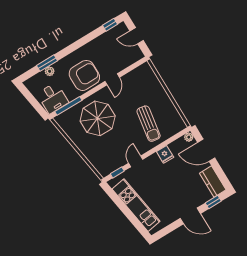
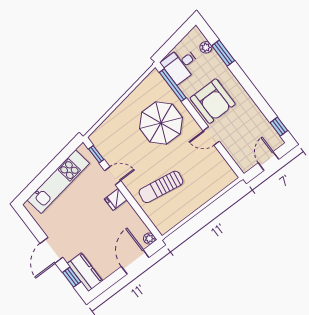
plant: (50, 71) -> (206, 47), moved
fridge: (165, 154) -> (116, 199), moved
kitchen counter: (213, 181) -> (85, 272), moved, turned 90

